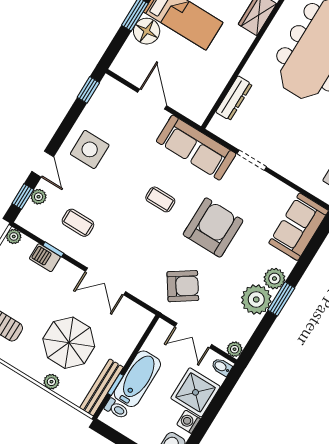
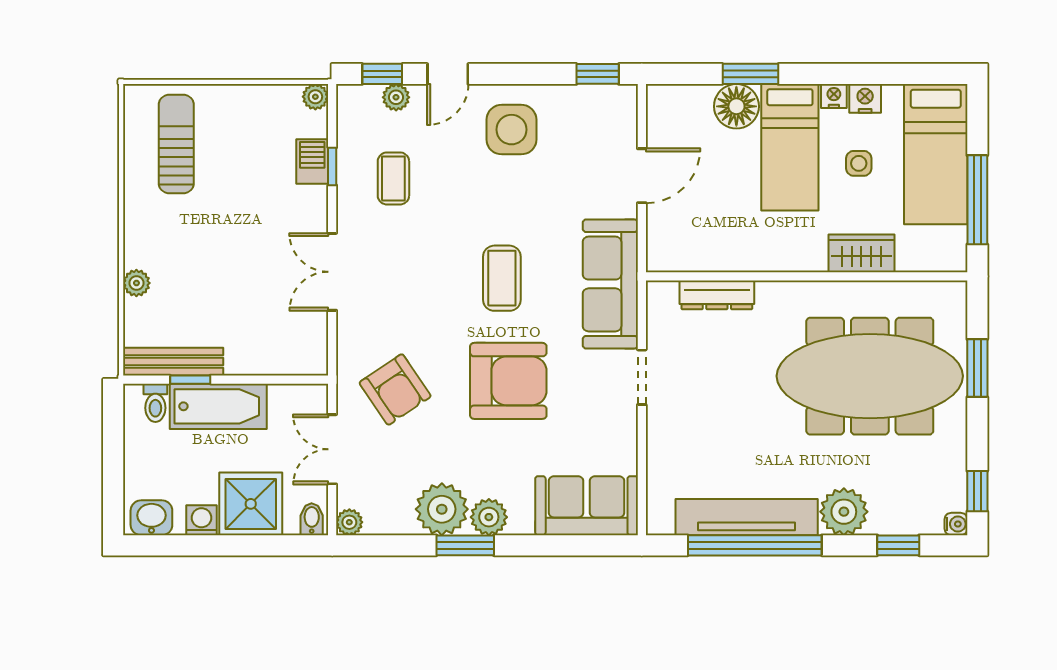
coffee table: (160, 199) -> (502, 278), width x1.36, depth x1.30
parasol: (69, 343) -> (209, 273), removed

